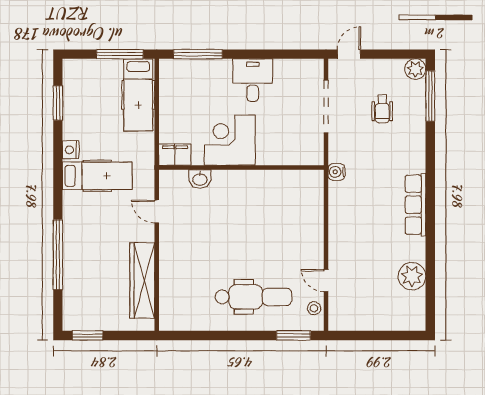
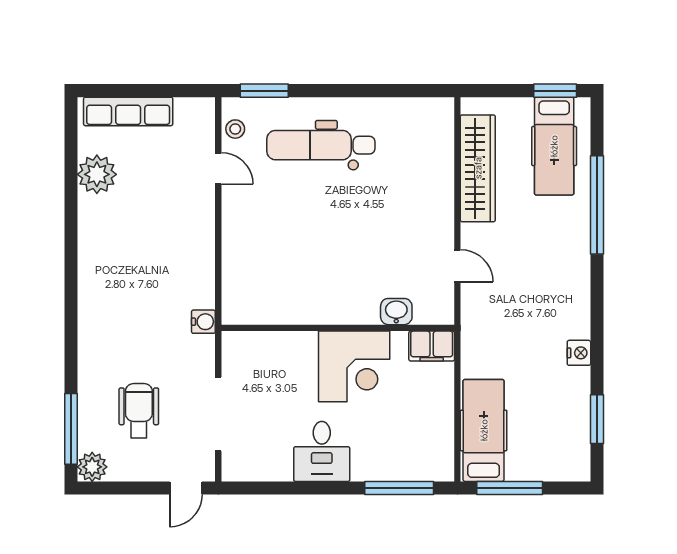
wheelchair: (382, 109) -> (139, 411), width x1.36, depth x1.37
hospital bed: (97, 176) -> (554, 146), moved, turned -90
row of seats: (415, 205) -> (128, 111), moved, turned 90

